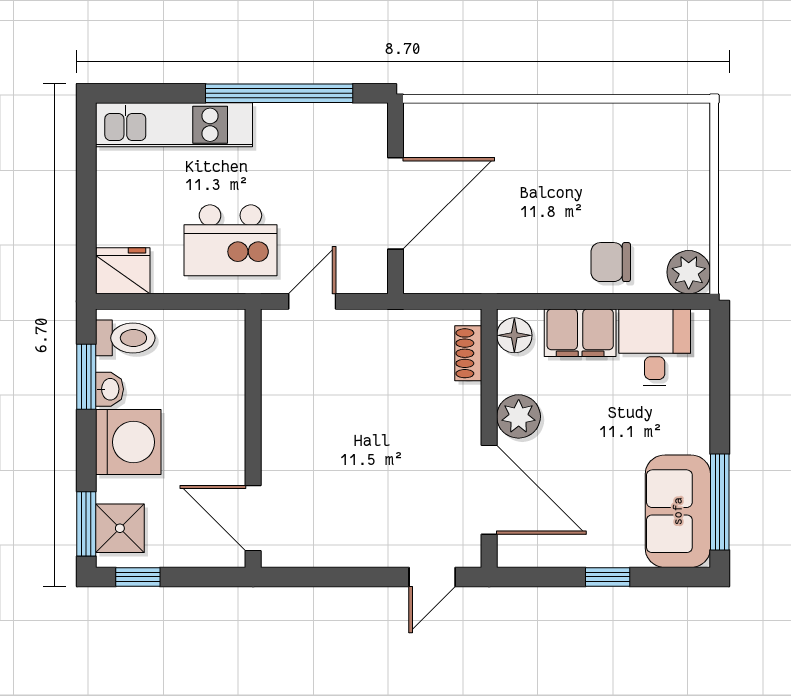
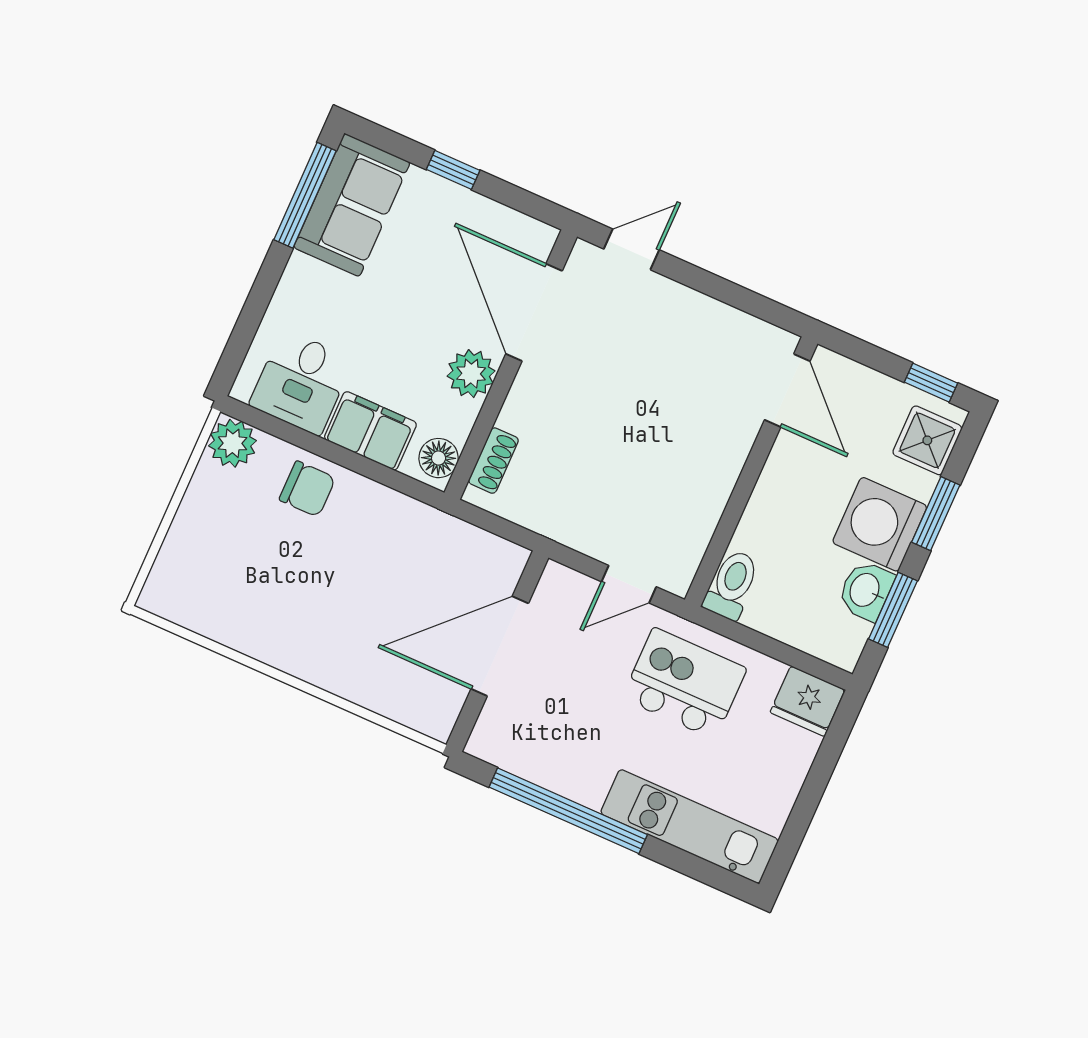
toilet: (125, 338) -> (732, 585), moved, turned 90
washbasin: (109, 389) -> (866, 590), width x1.38, depth x1.45
window: (86, 524) -> (936, 514), moved

